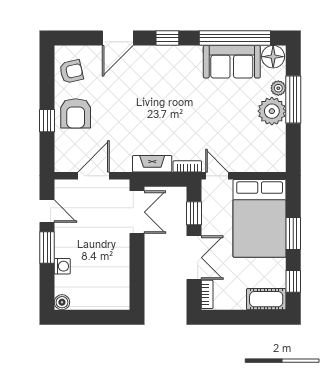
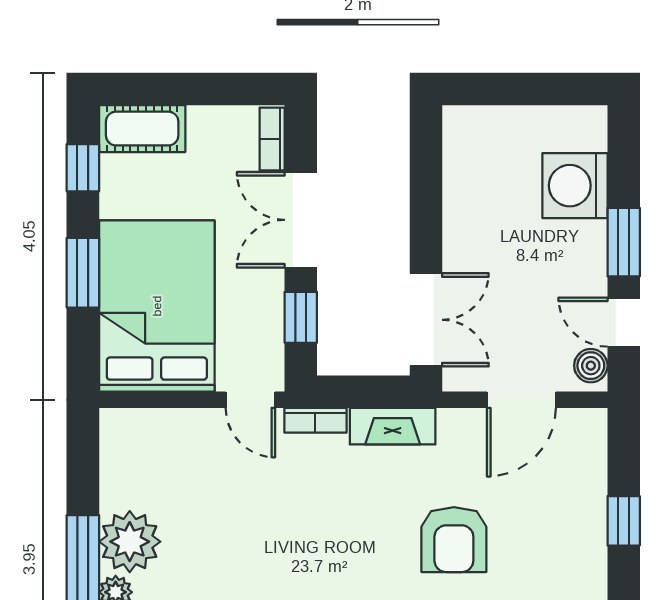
armchair: (76, 113) -> (454, 540), moved, turned 180
double door: (137, 212) -> (426, 320), swing flipped
washing machine: (62, 266) -> (575, 186), width x1.89, depth x1.89
boiler: (62, 302) -> (591, 366), moved

